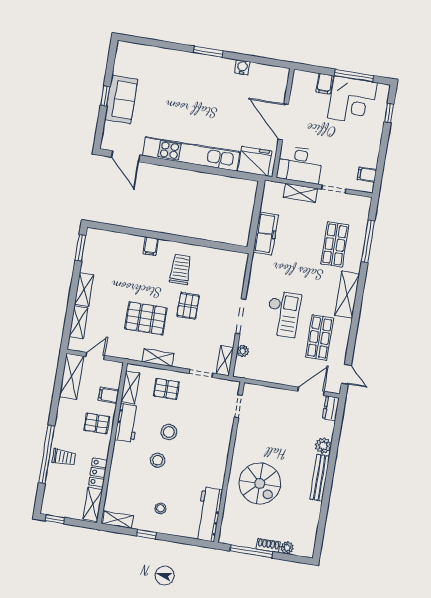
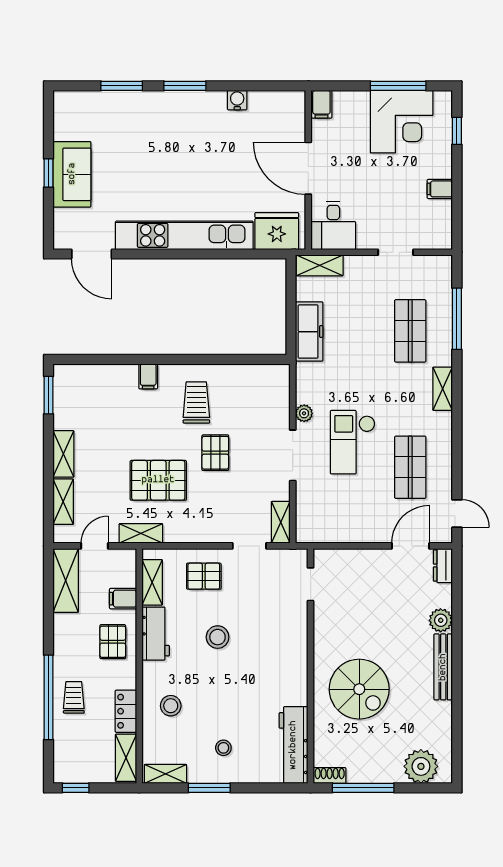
window: (165, 45) -> (122, 86), added
filing cabinet: (324, 84) -> (321, 104), moved
desk: (300, 165) -> (333, 225), width x0.73
filing cabinet: (367, 175) -> (440, 189), moved
shelving: (301, 193) -> (320, 265), moved
shelving: (347, 295) -> (443, 389), width x0.67, depth x0.75
checkout: (283, 314) -> (353, 442), turned 180
plant: (243, 351) -> (304, 413), moved
shelving: (158, 358) -> (141, 533), moved
pallet: (97, 423) -> (113, 642), turned 90
trolley: (64, 457) -> (74, 697), turned -90
stool: (158, 460) -> (171, 706), moved
window: (146, 534) -> (209, 788), width x1.50
shoe rack: (268, 545) -> (330, 776), moved
plant: (287, 548) -> (421, 766), width x1.87, depth x1.87

